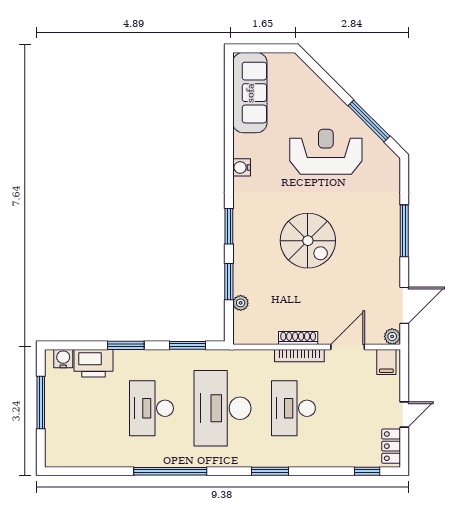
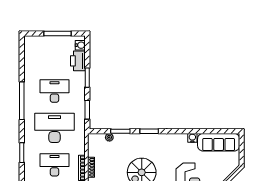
water cooler: (242, 167) -> (192, 138), moved

